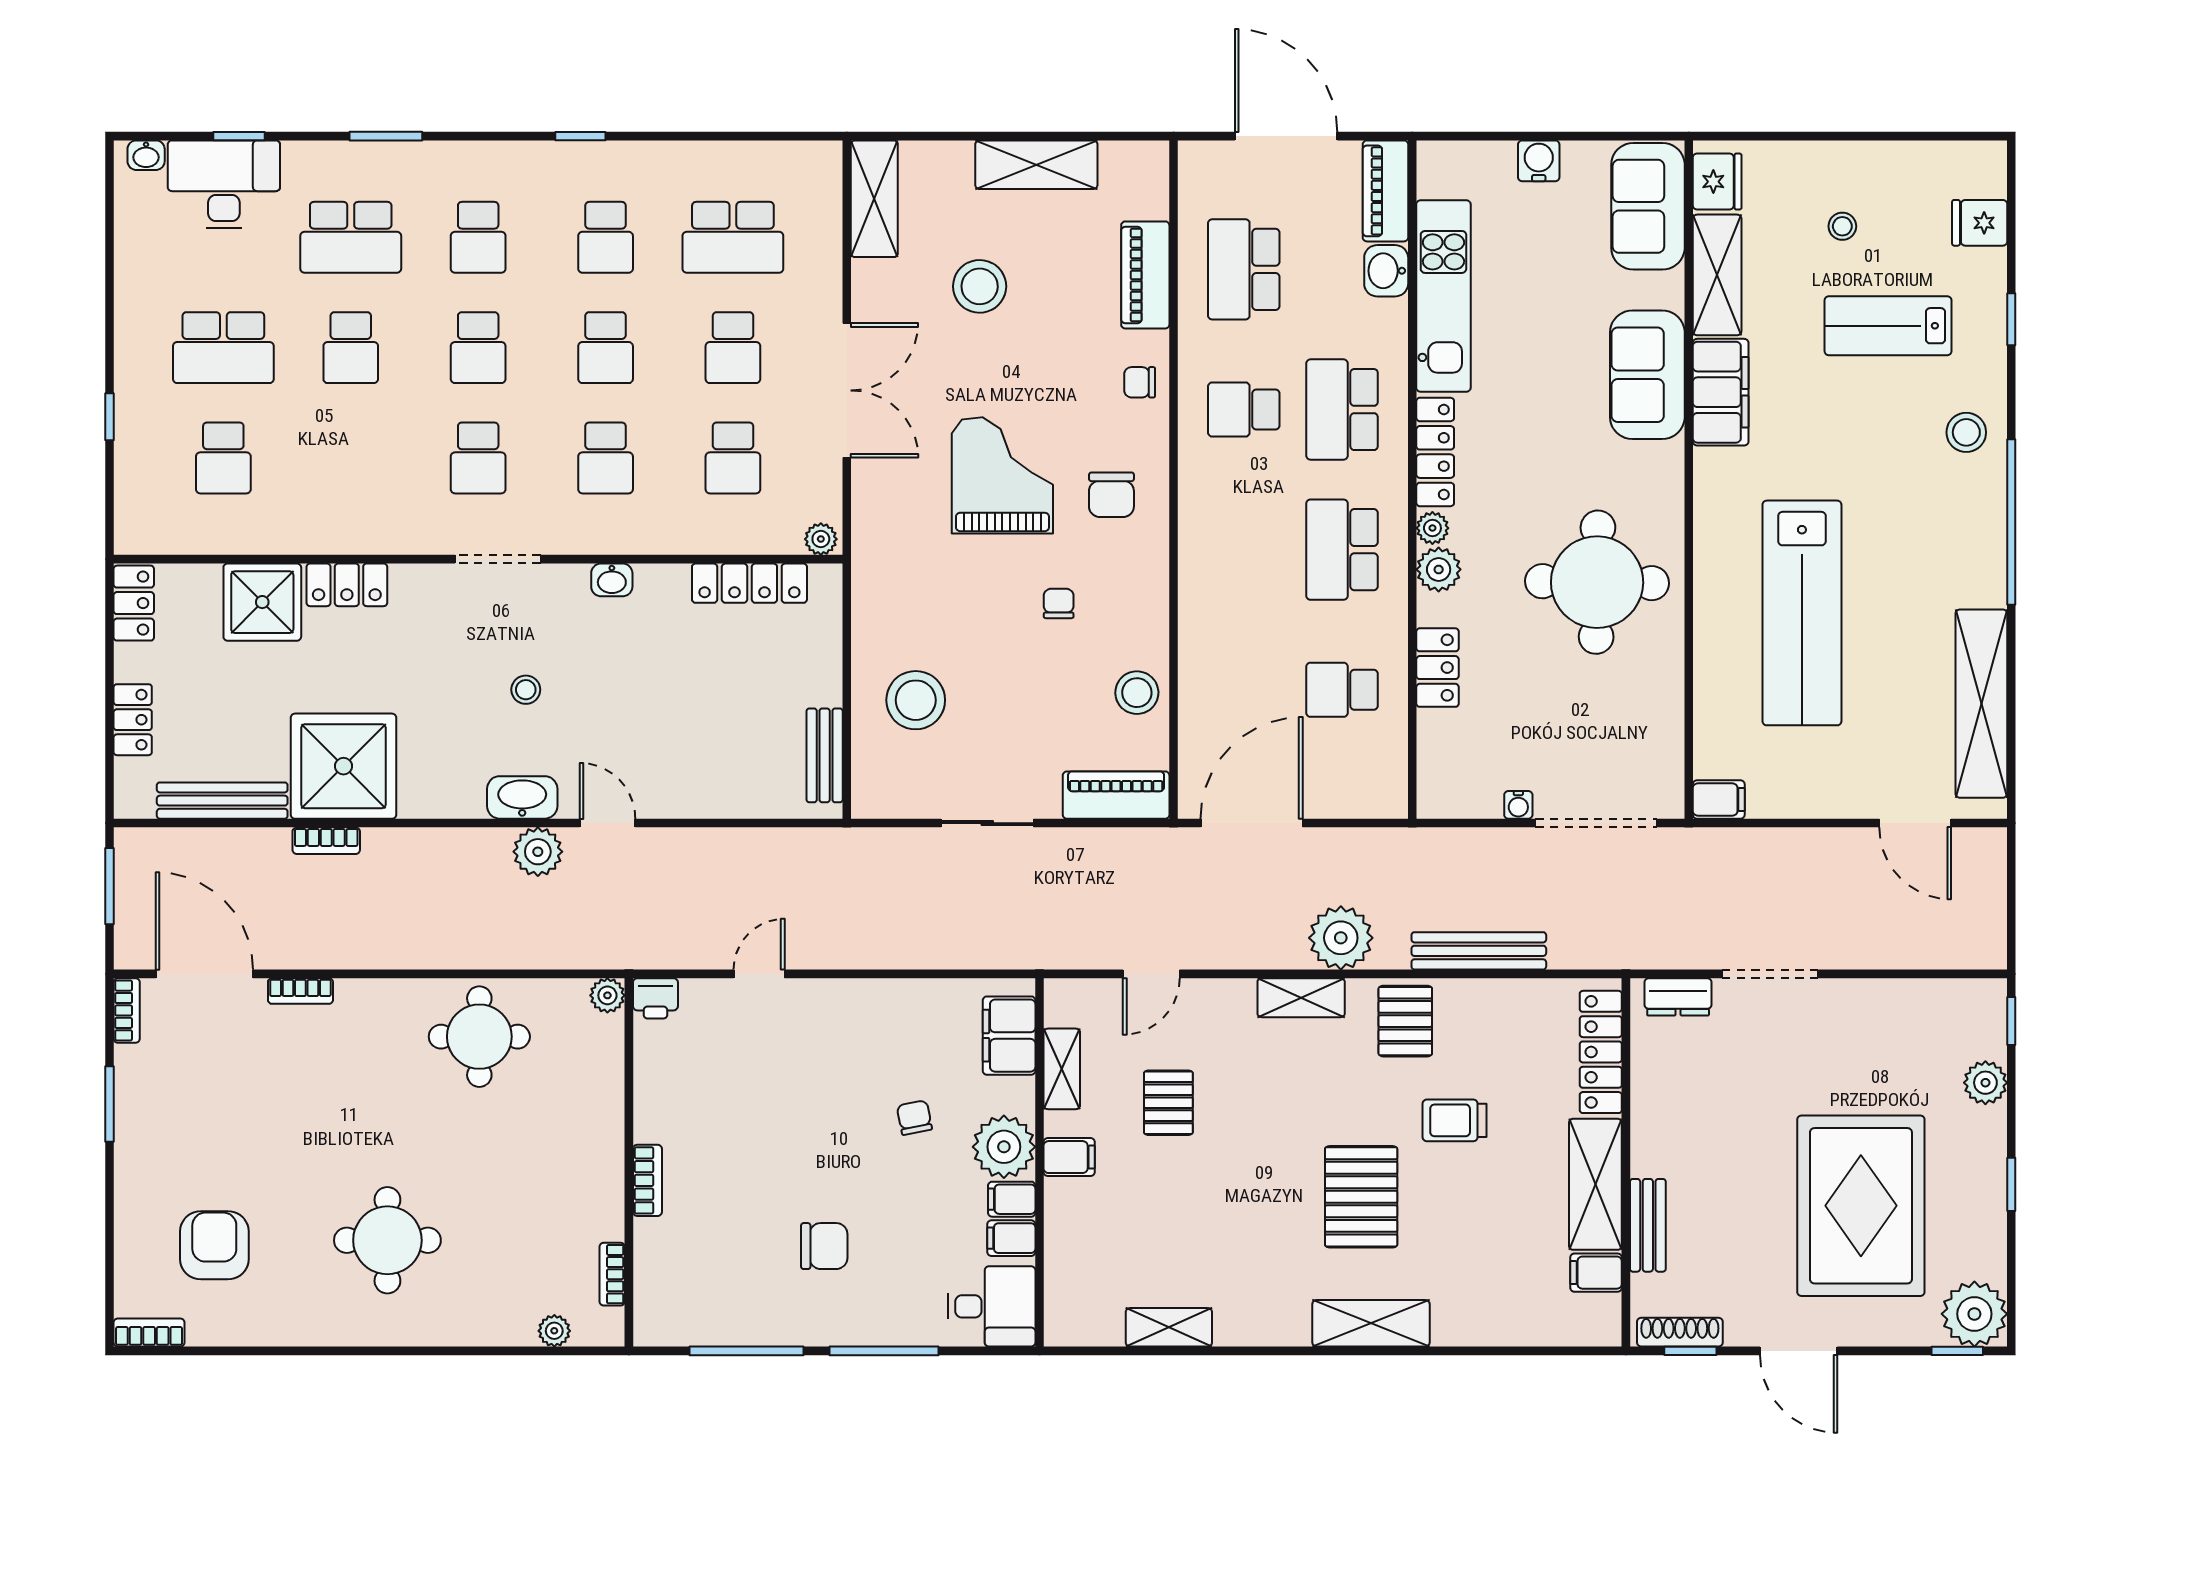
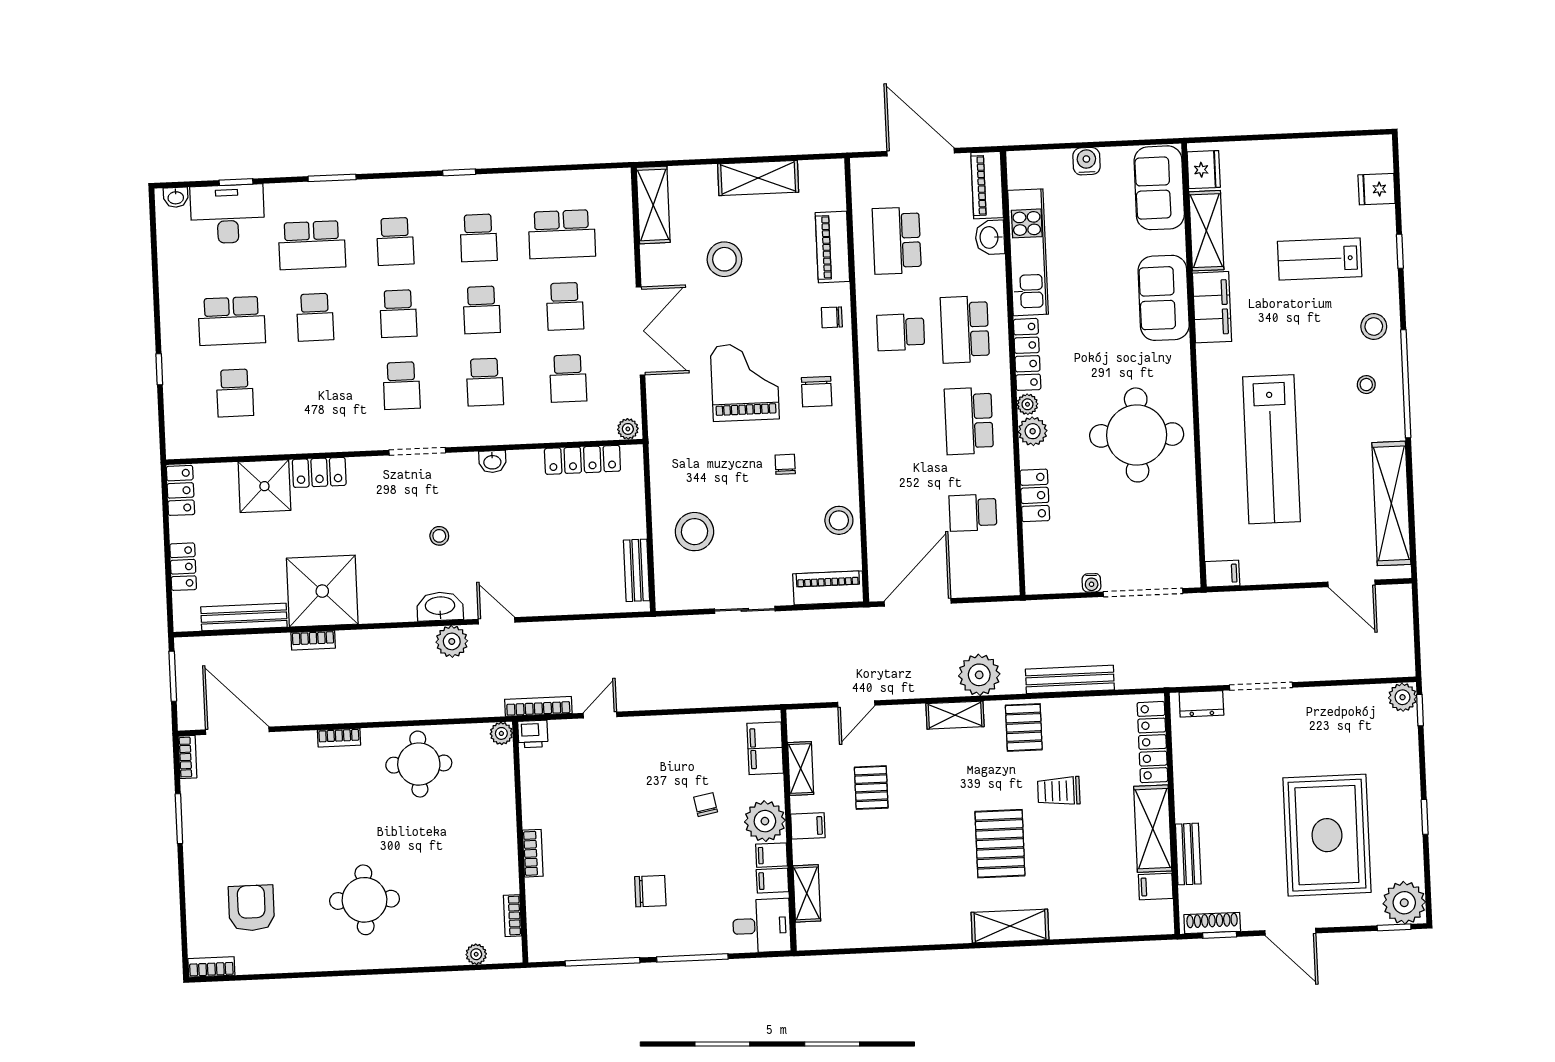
stool: (1842, 226) -> (1366, 385), moved
bookcase: (666, 957) -> (538, 706), added
bookcase: (300, 991) -> (339, 738), moved
plant: (1985, 1083) -> (1403, 697), moved
shelving: (1169, 1327) -> (807, 893), moved, turned 90

